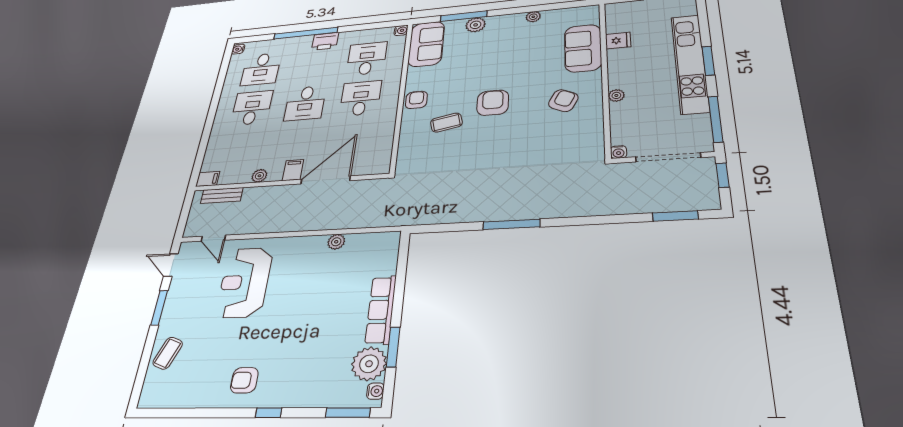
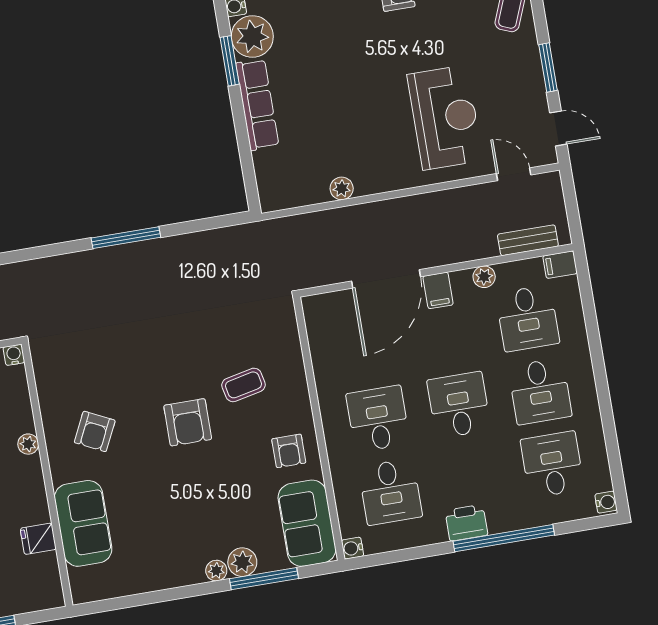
plant: (533, 17) -> (216, 571), moved
desk: (360, 98) -> (378, 419), turned 180
armchair: (416, 100) -> (289, 451), moved
desk: (242, 149) -> (528, 318), added

